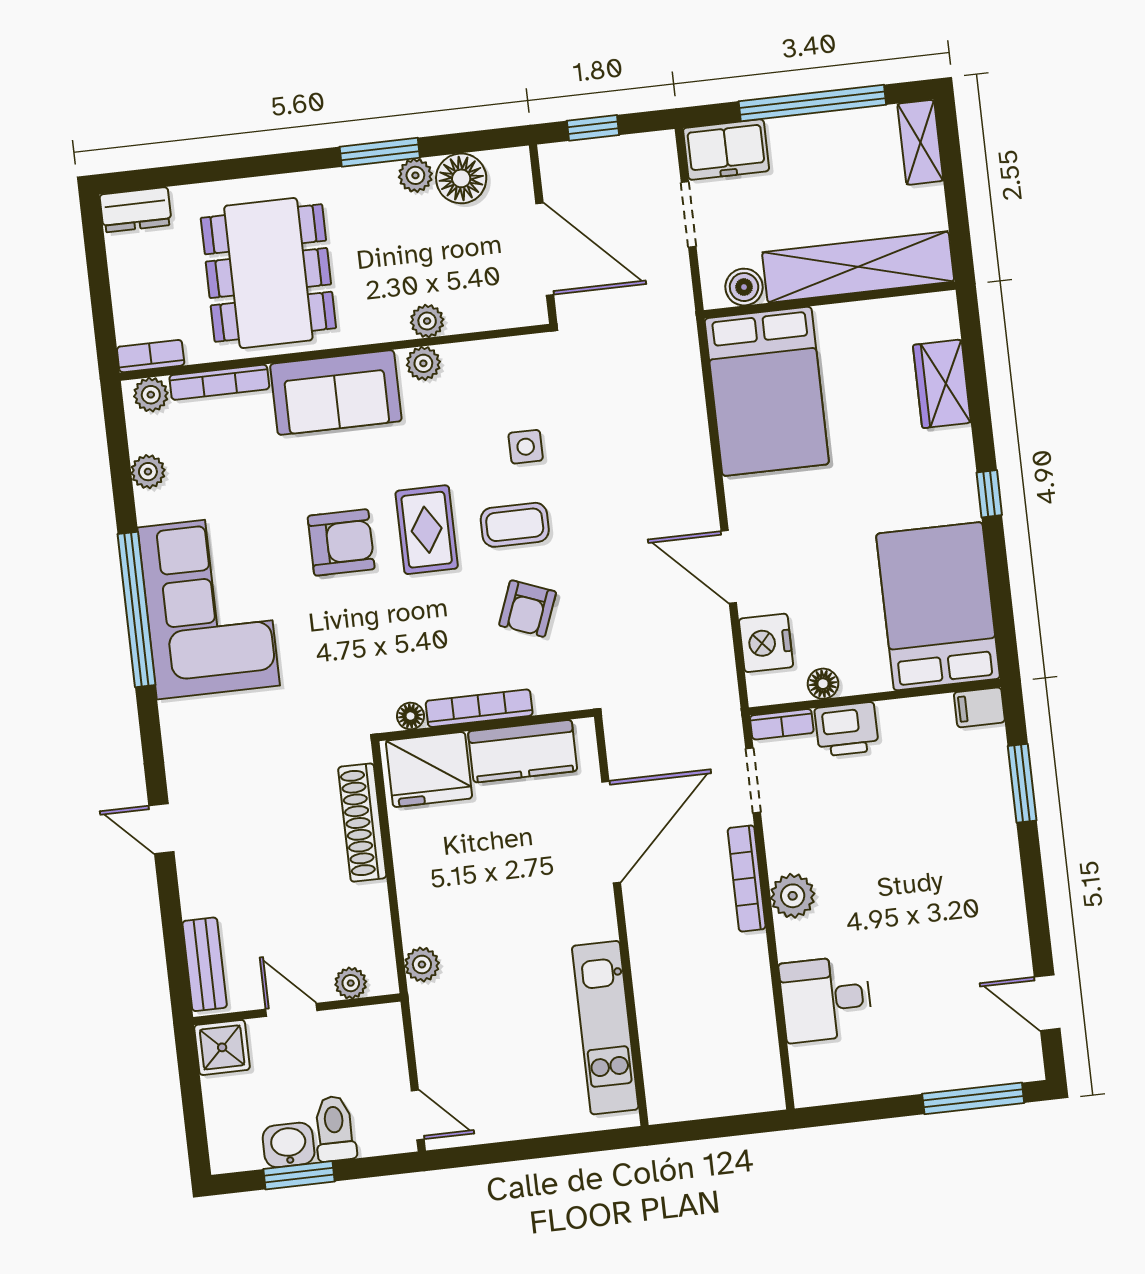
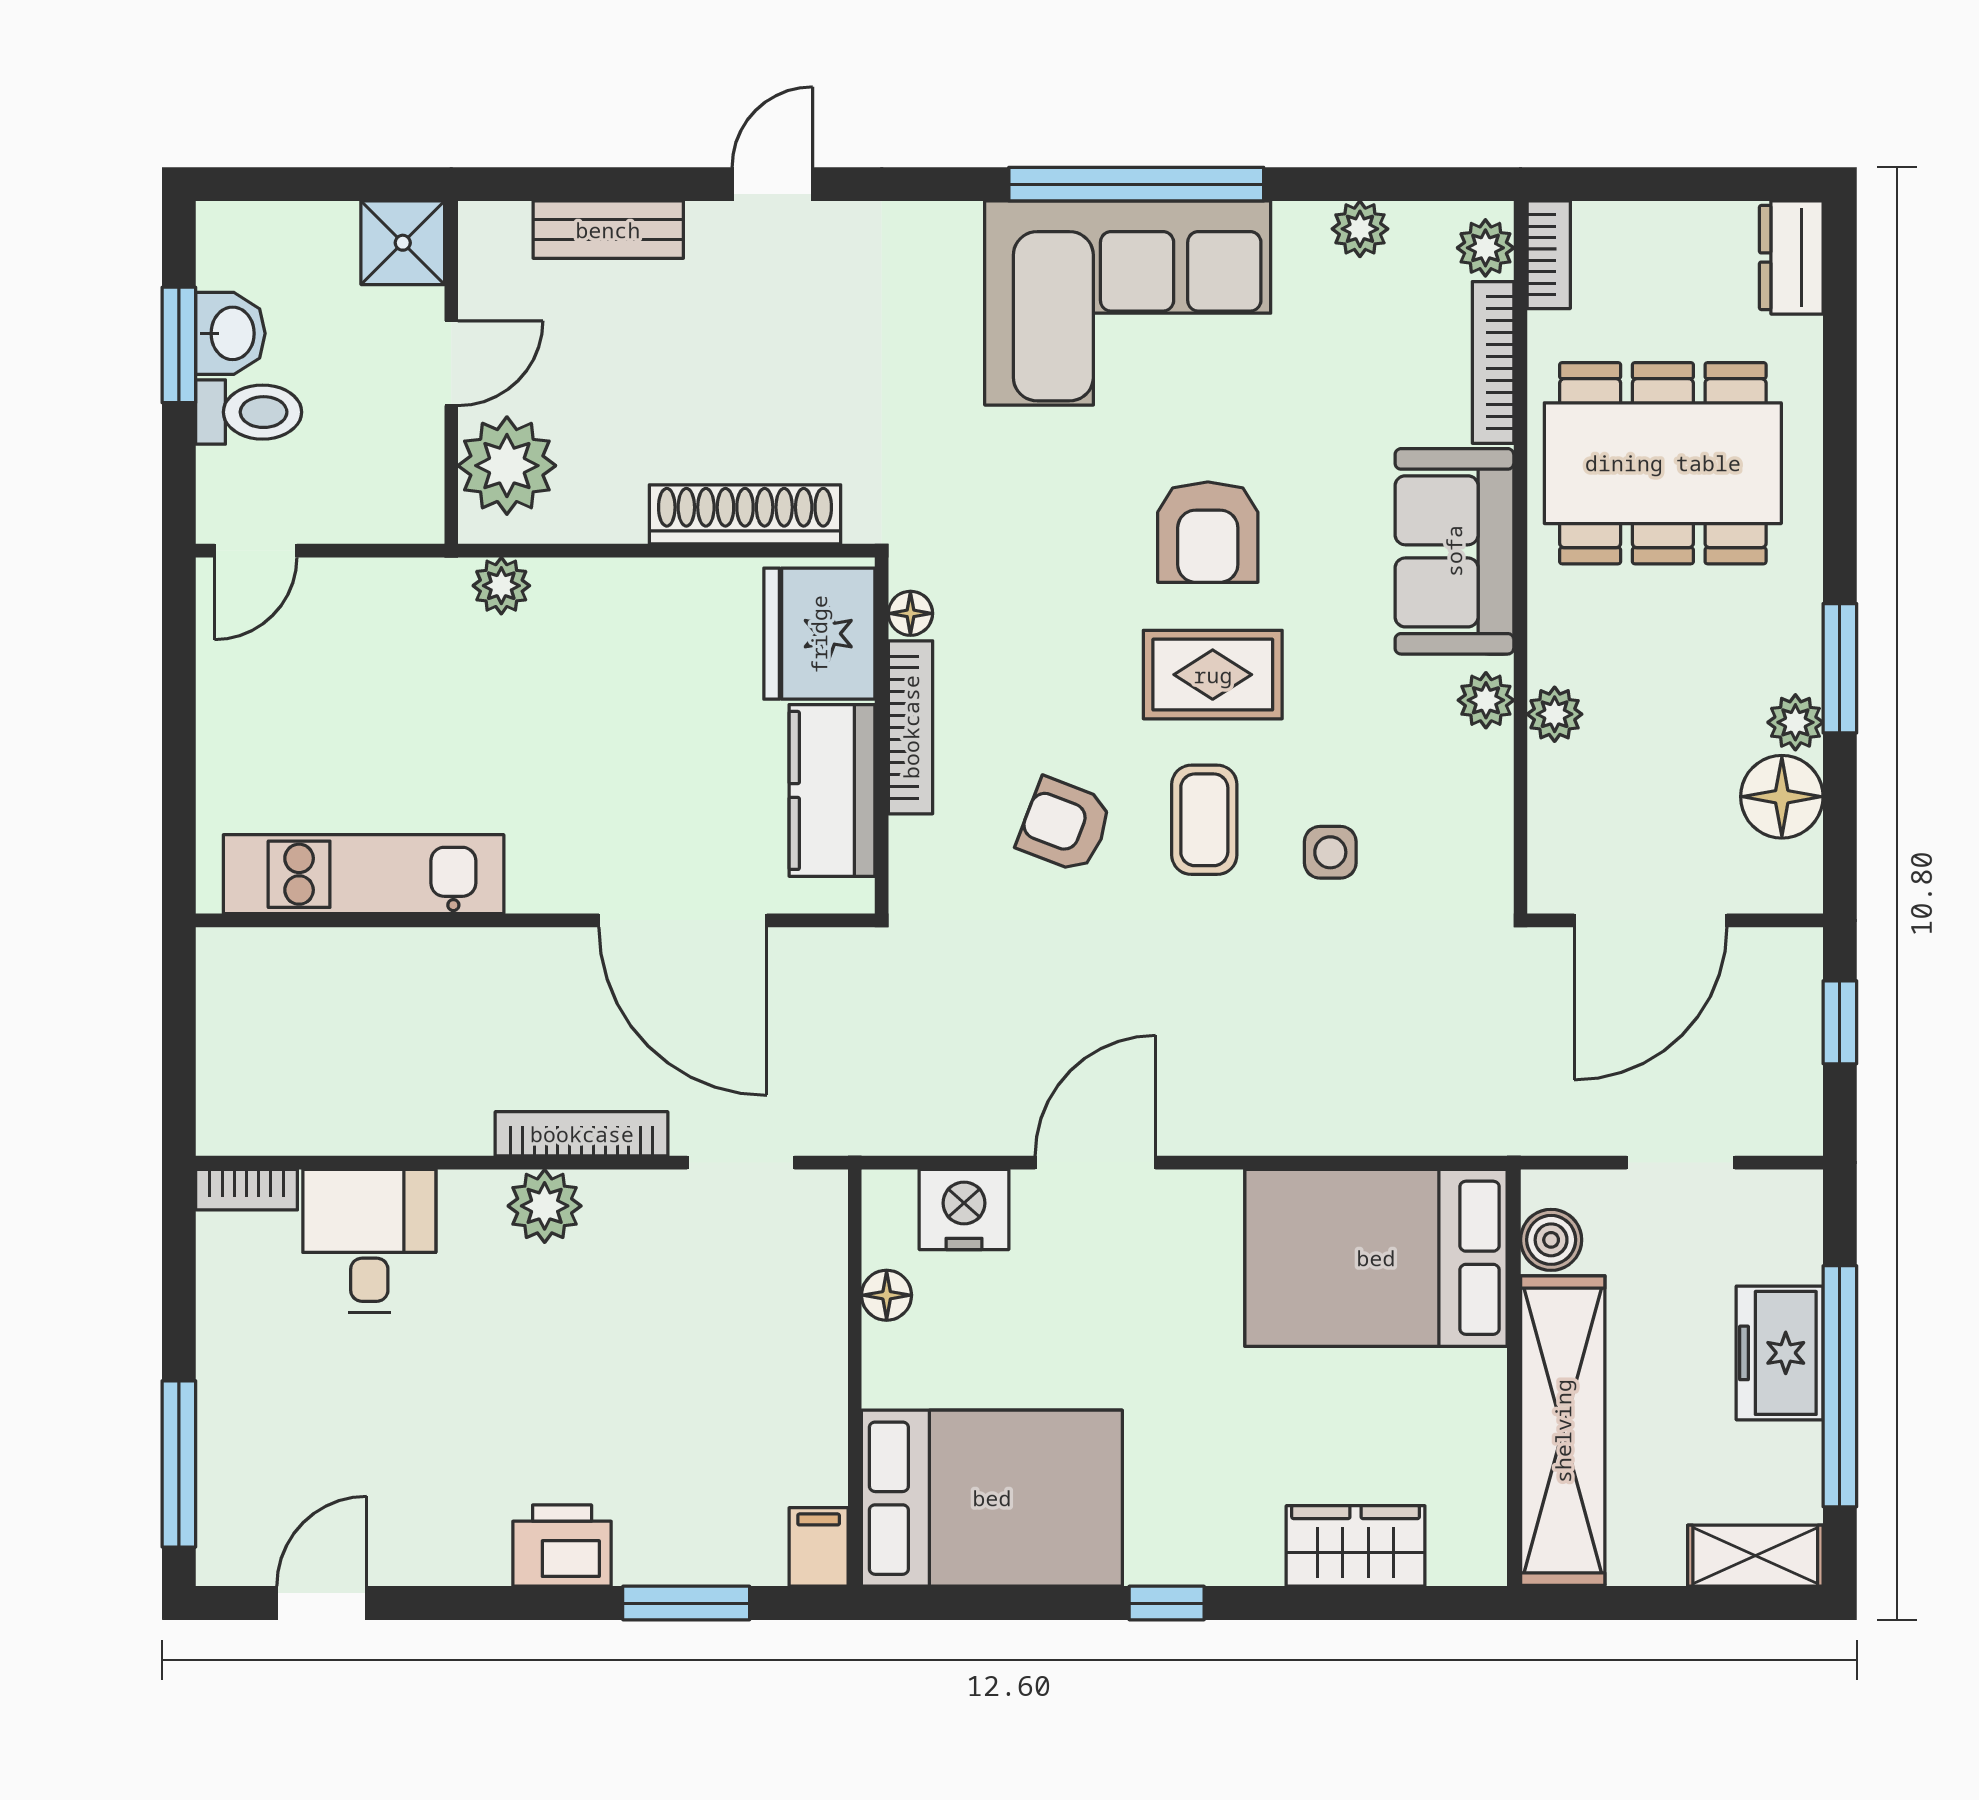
freezer: (726, 150) -> (1780, 1353), moved
bookcase: (782, 724) -> (247, 1190), moved, turned -90
printer: (847, 729) -> (562, 1546), moved, turned 90
bench: (205, 964) -> (608, 230), moved
plant: (351, 983) -> (507, 466), width x1.88, depth x1.88

